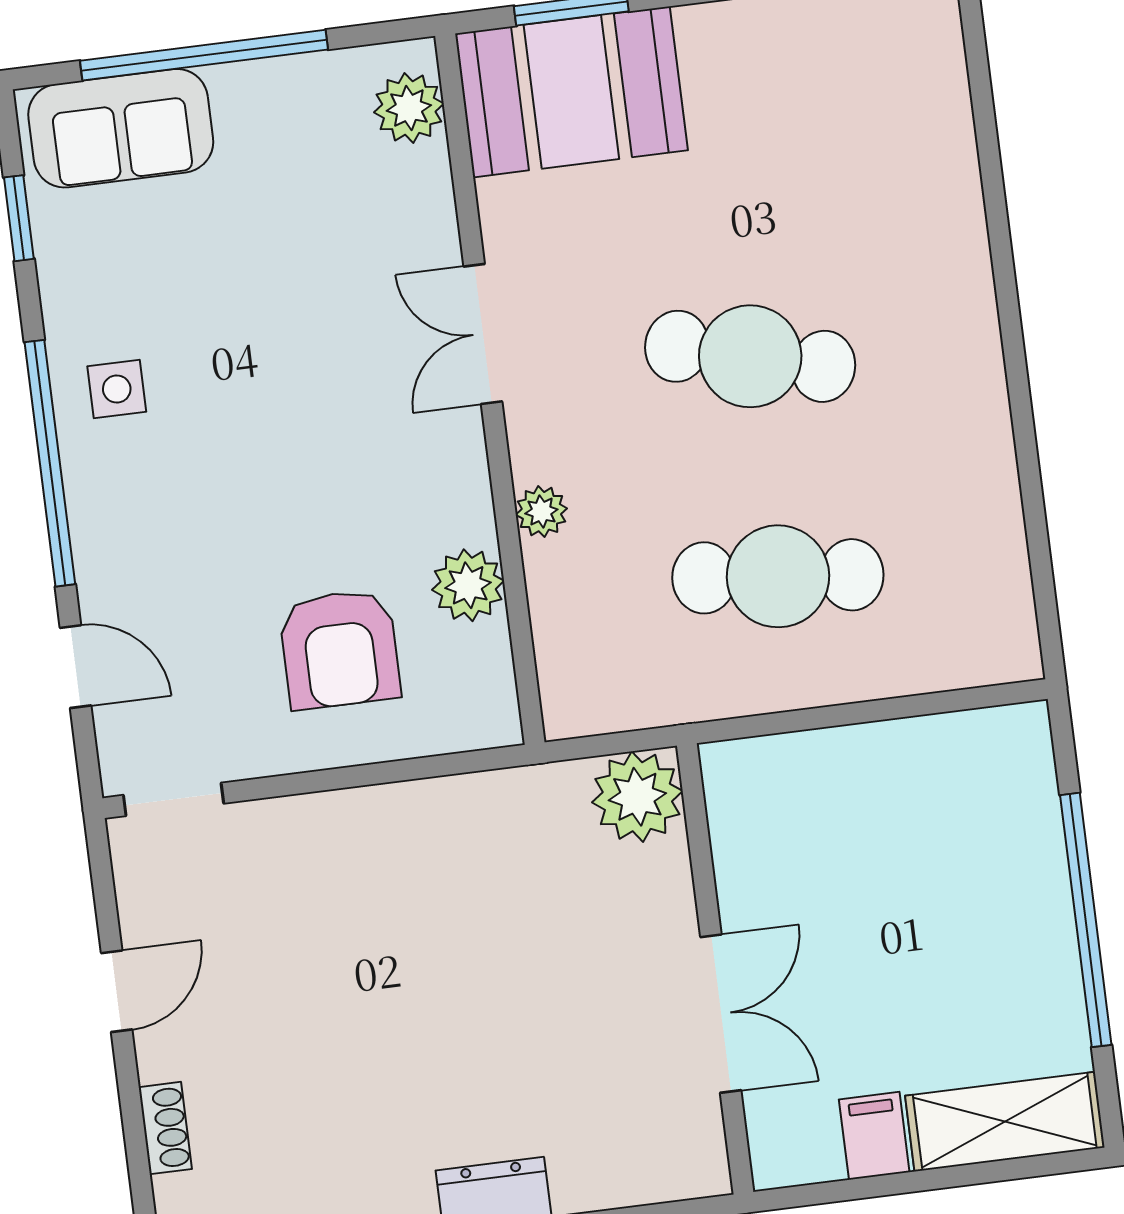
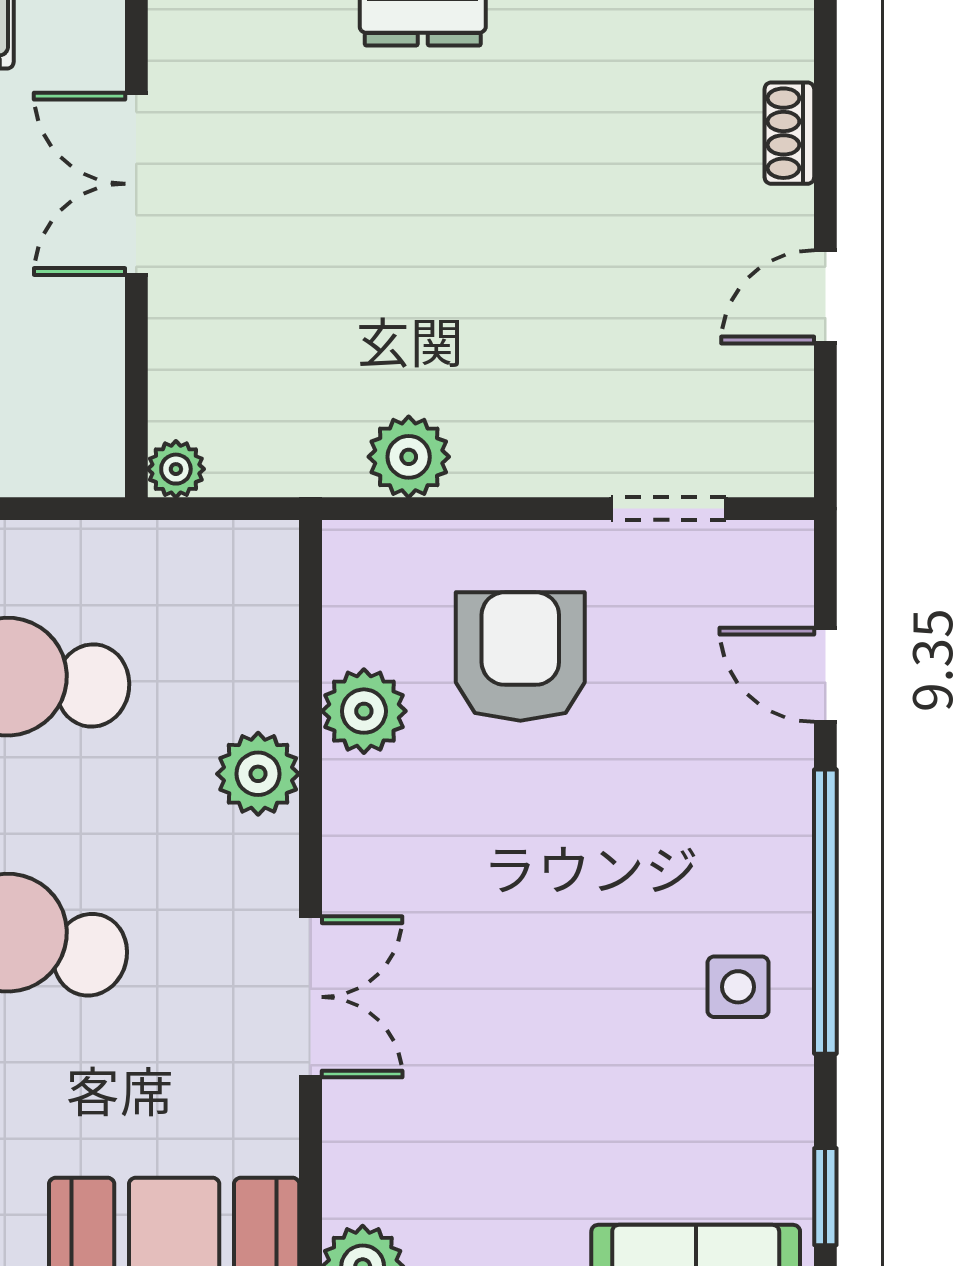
plant: (541, 512) -> (258, 774), width x1.38, depth x1.38
plant: (637, 797) -> (176, 469), width x0.53, depth x0.53
doorway: (174, 799) -> (668, 509), moved
plant: (457, 809) -> (409, 457), added

